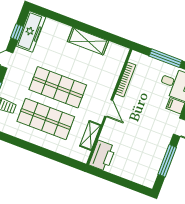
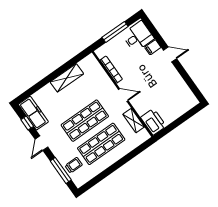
window: (167, 161) -> (187, 79), removed

